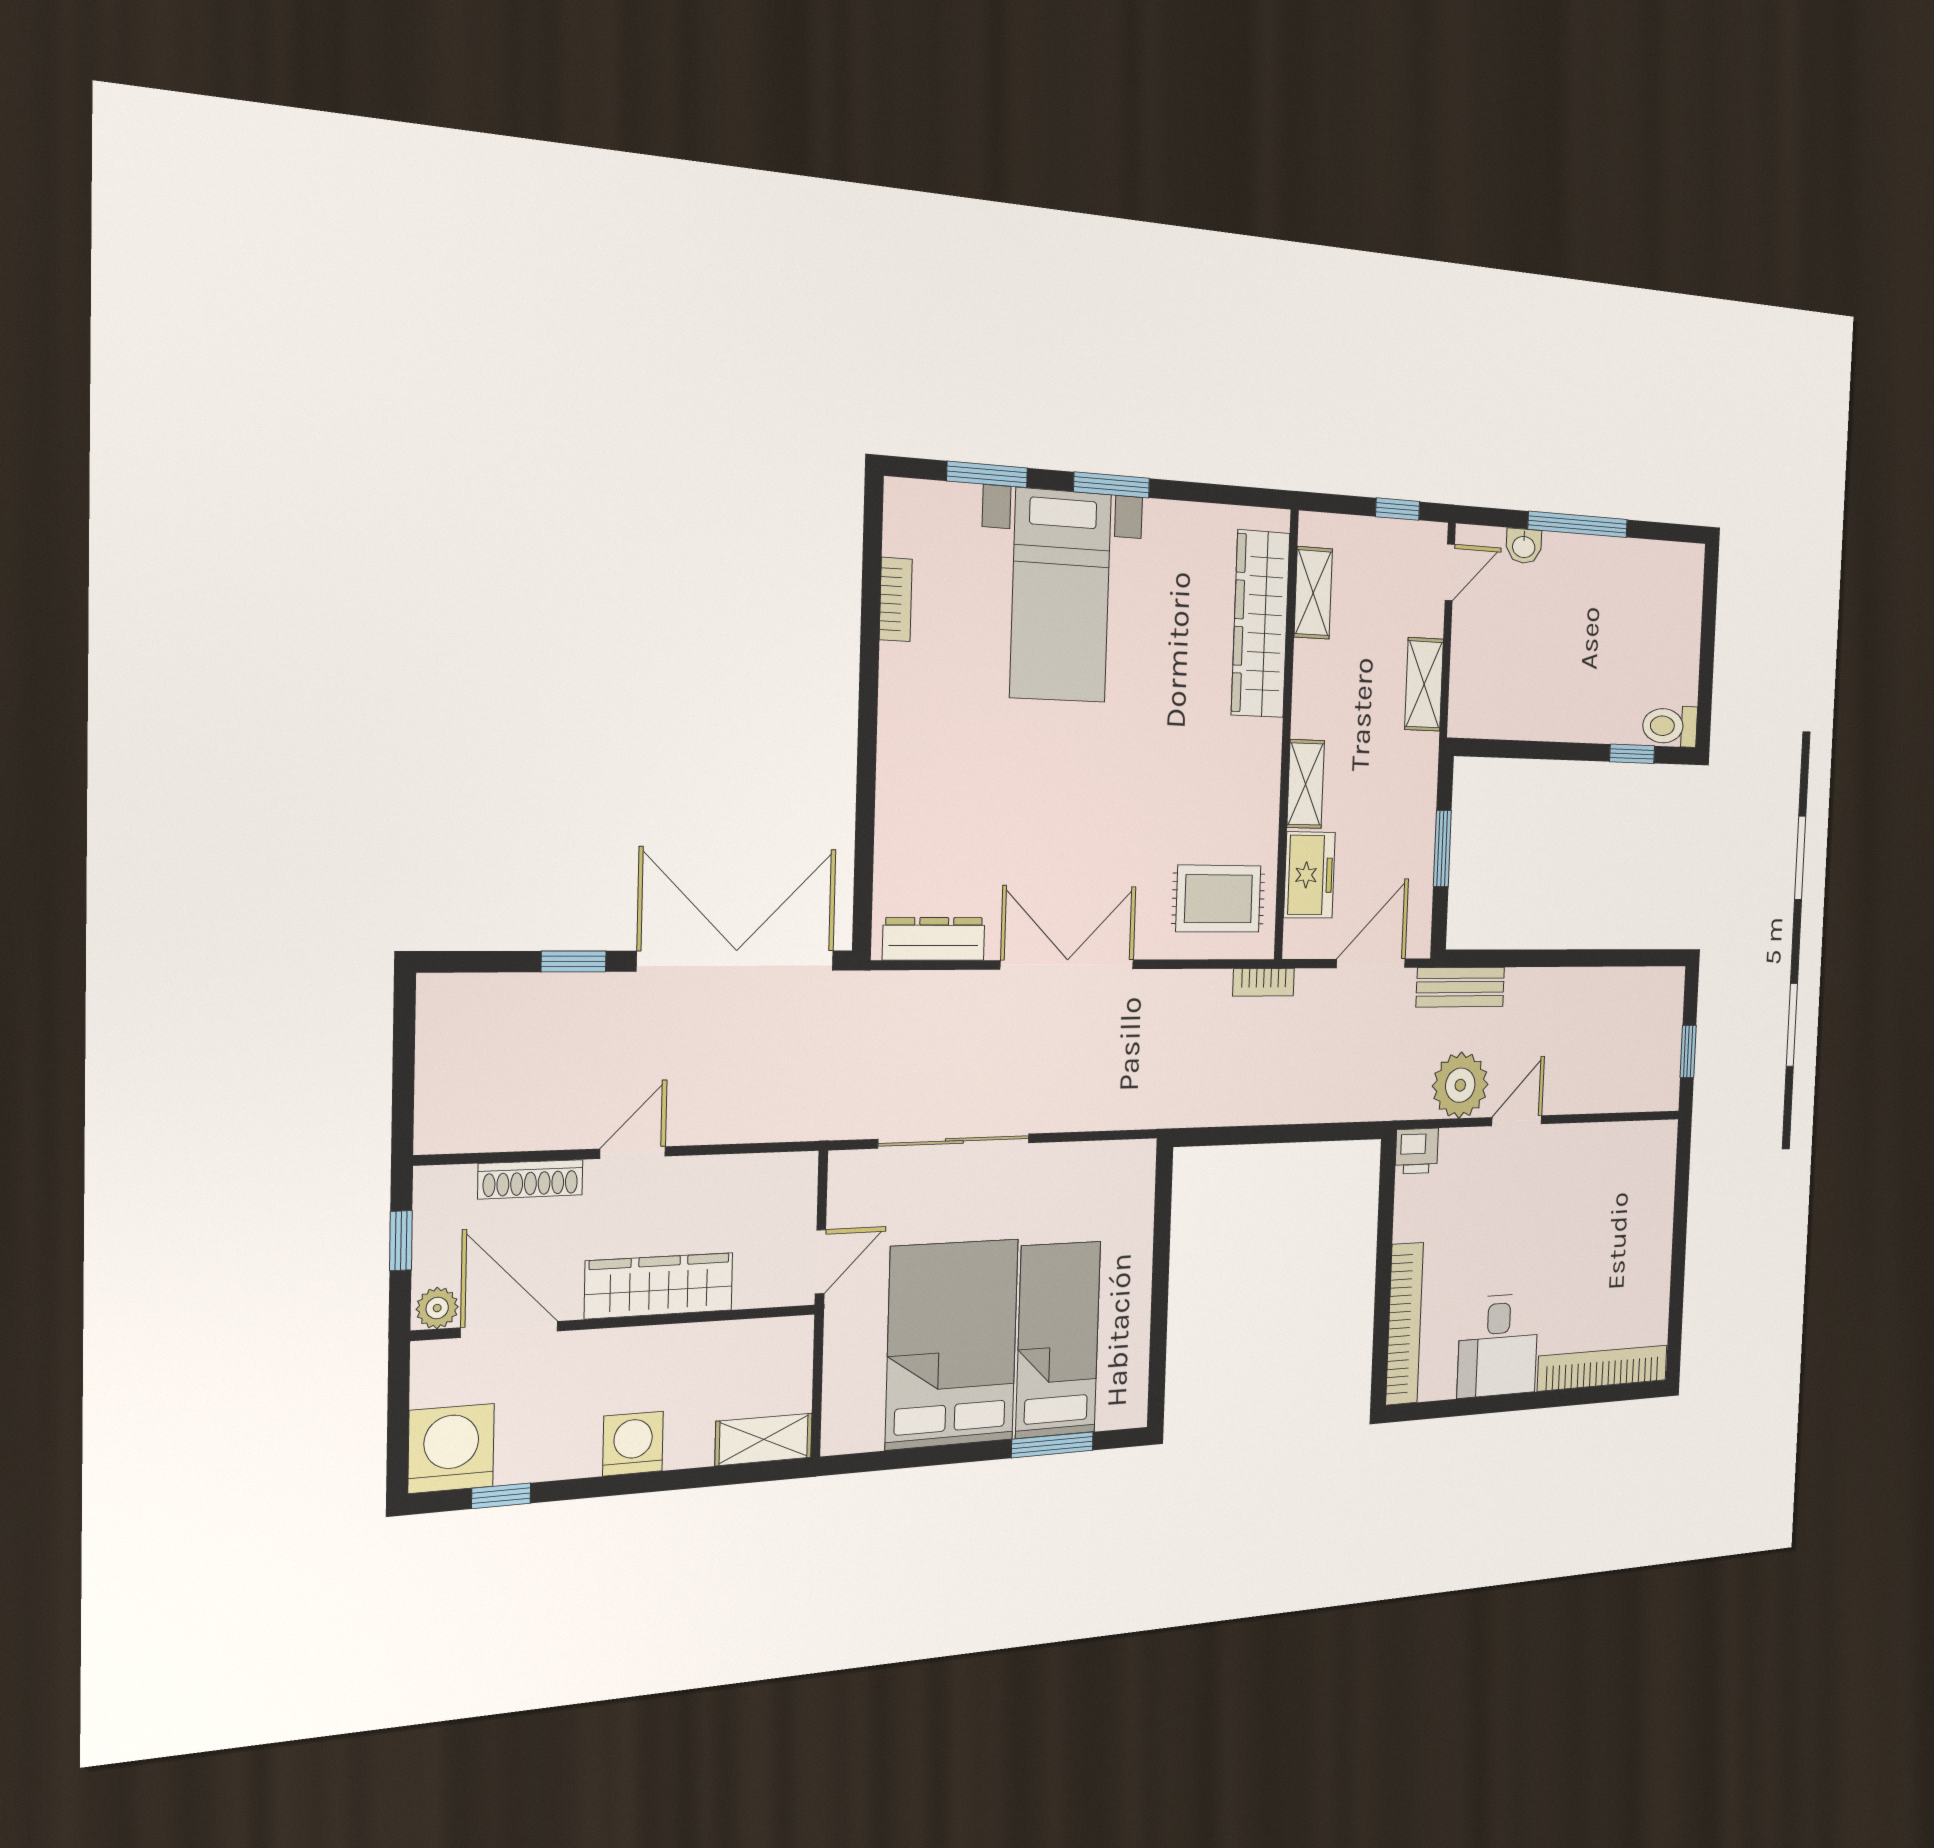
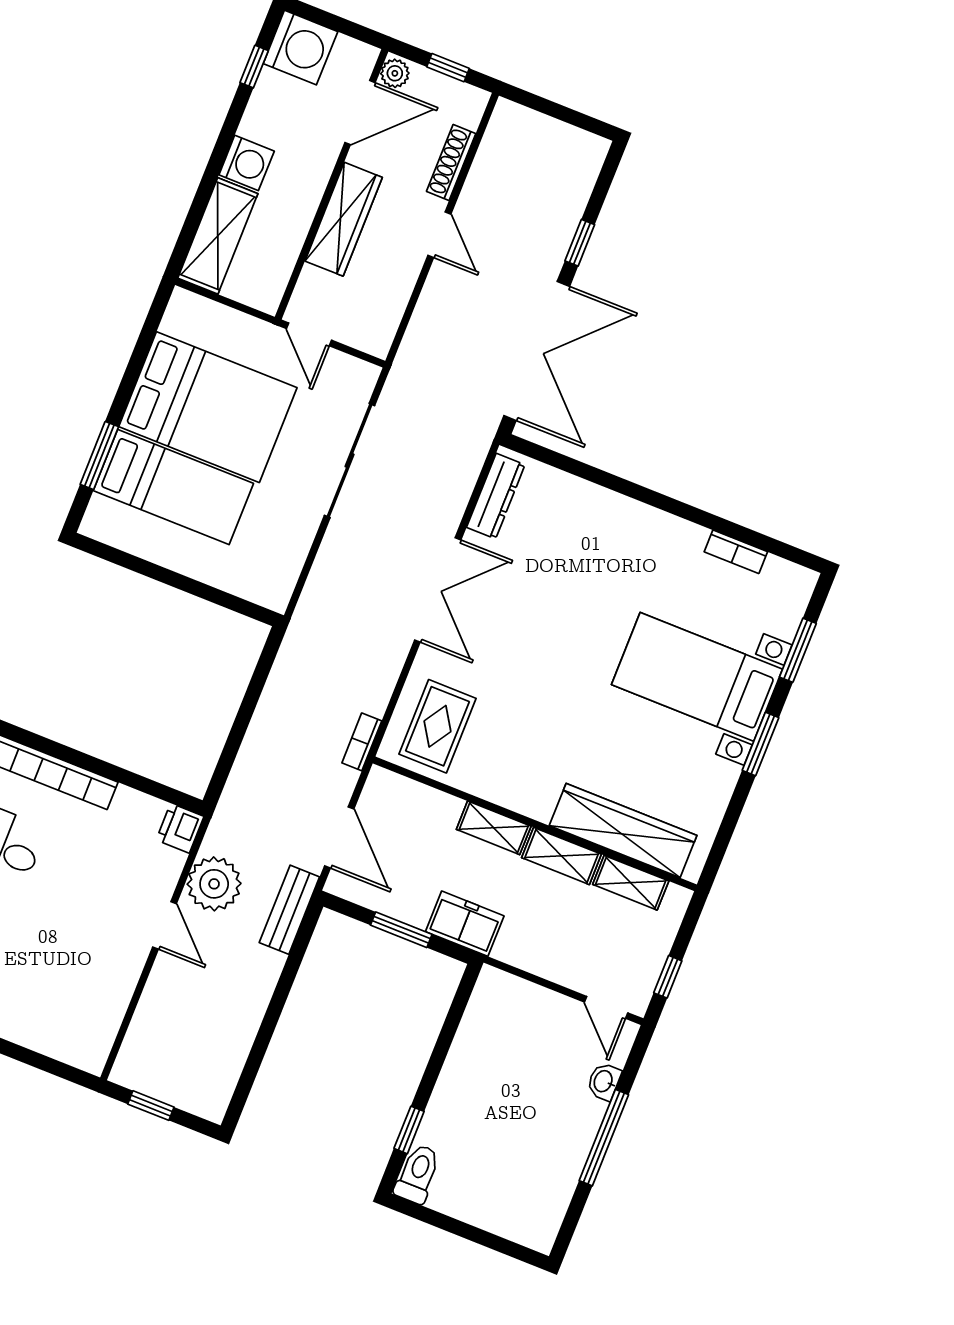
shelving: (1424, 684) -> (562, 856), moved
freezer: (1309, 875) -> (465, 924), moved, turned 180
shelving: (764, 1439) -> (218, 236), width x1.50, depth x1.33

